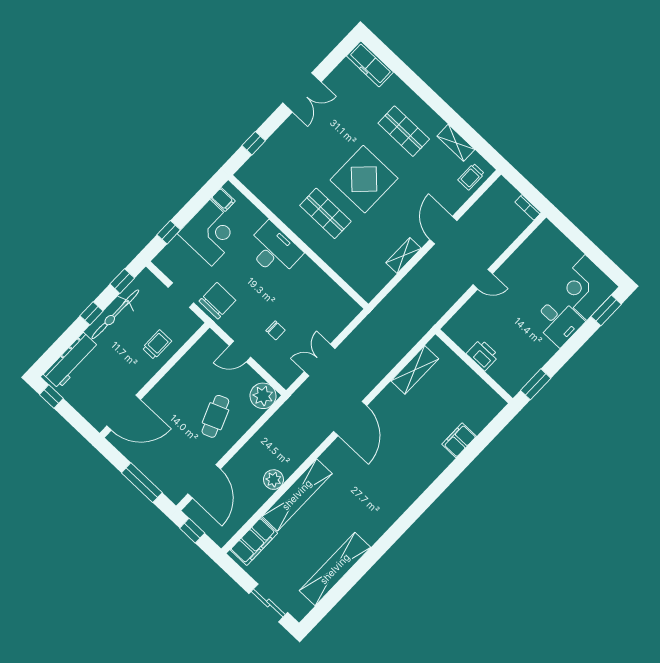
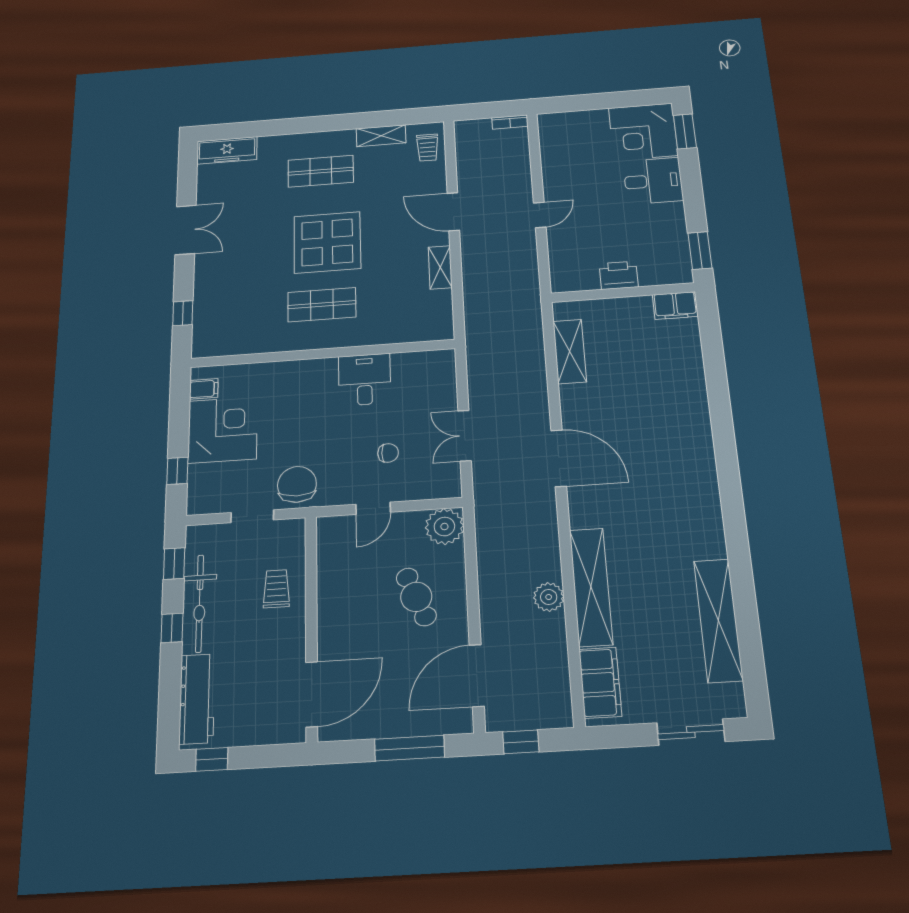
desk: (274, 250) -> (365, 380), moved, width x0.73
filing cabinet: (459, 440) -> (675, 306), moved, turned -90
door: (204, 481) -> (477, 675), swing flipped

